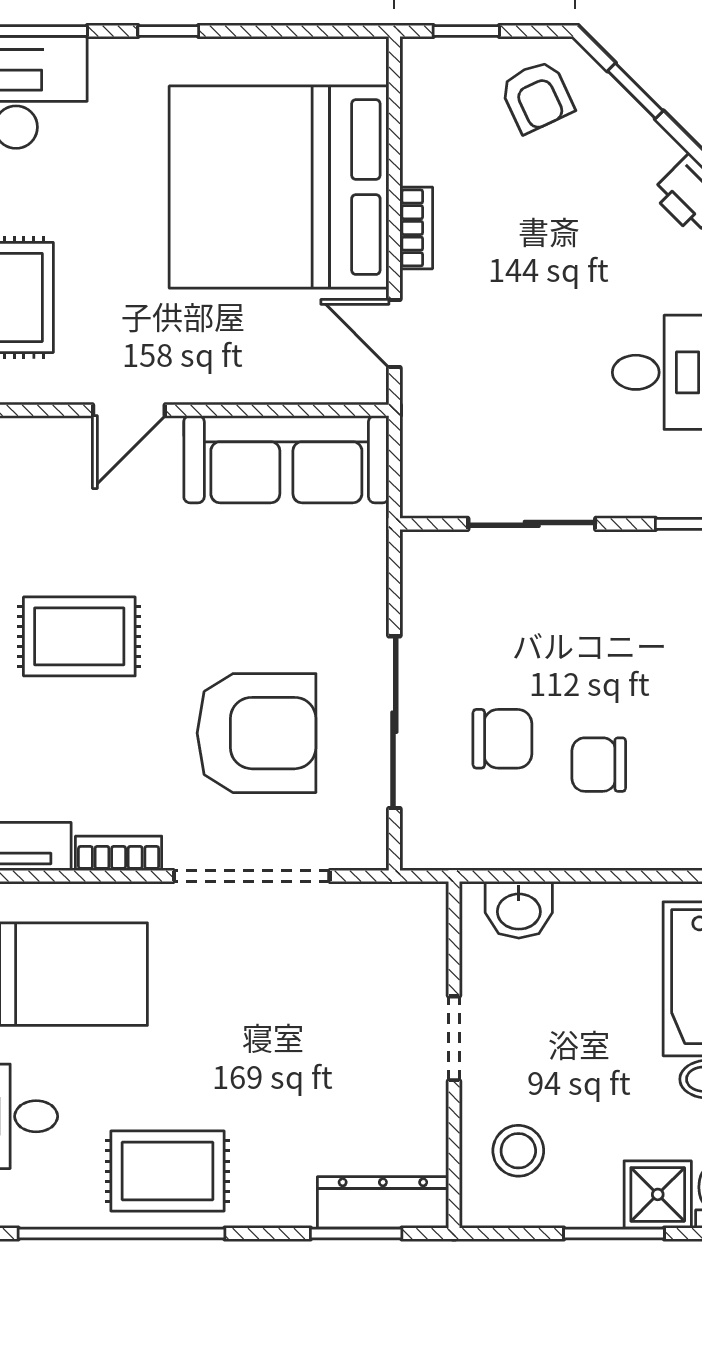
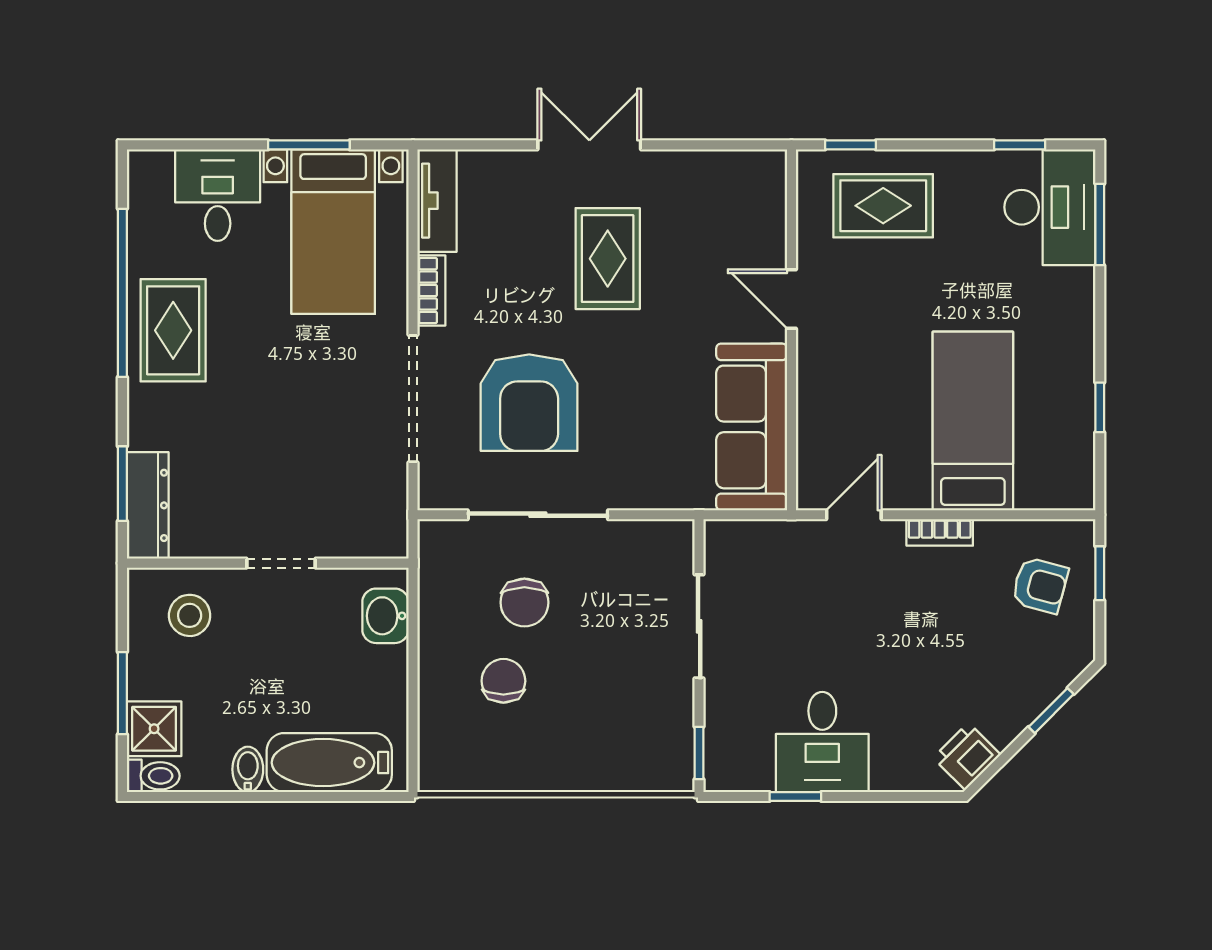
window: (168, 31) -> (1100, 407), moved
armchair: (537, 96) -> (1040, 585), moved, turned -140
bed: (279, 187) -> (973, 421), width x0.49

